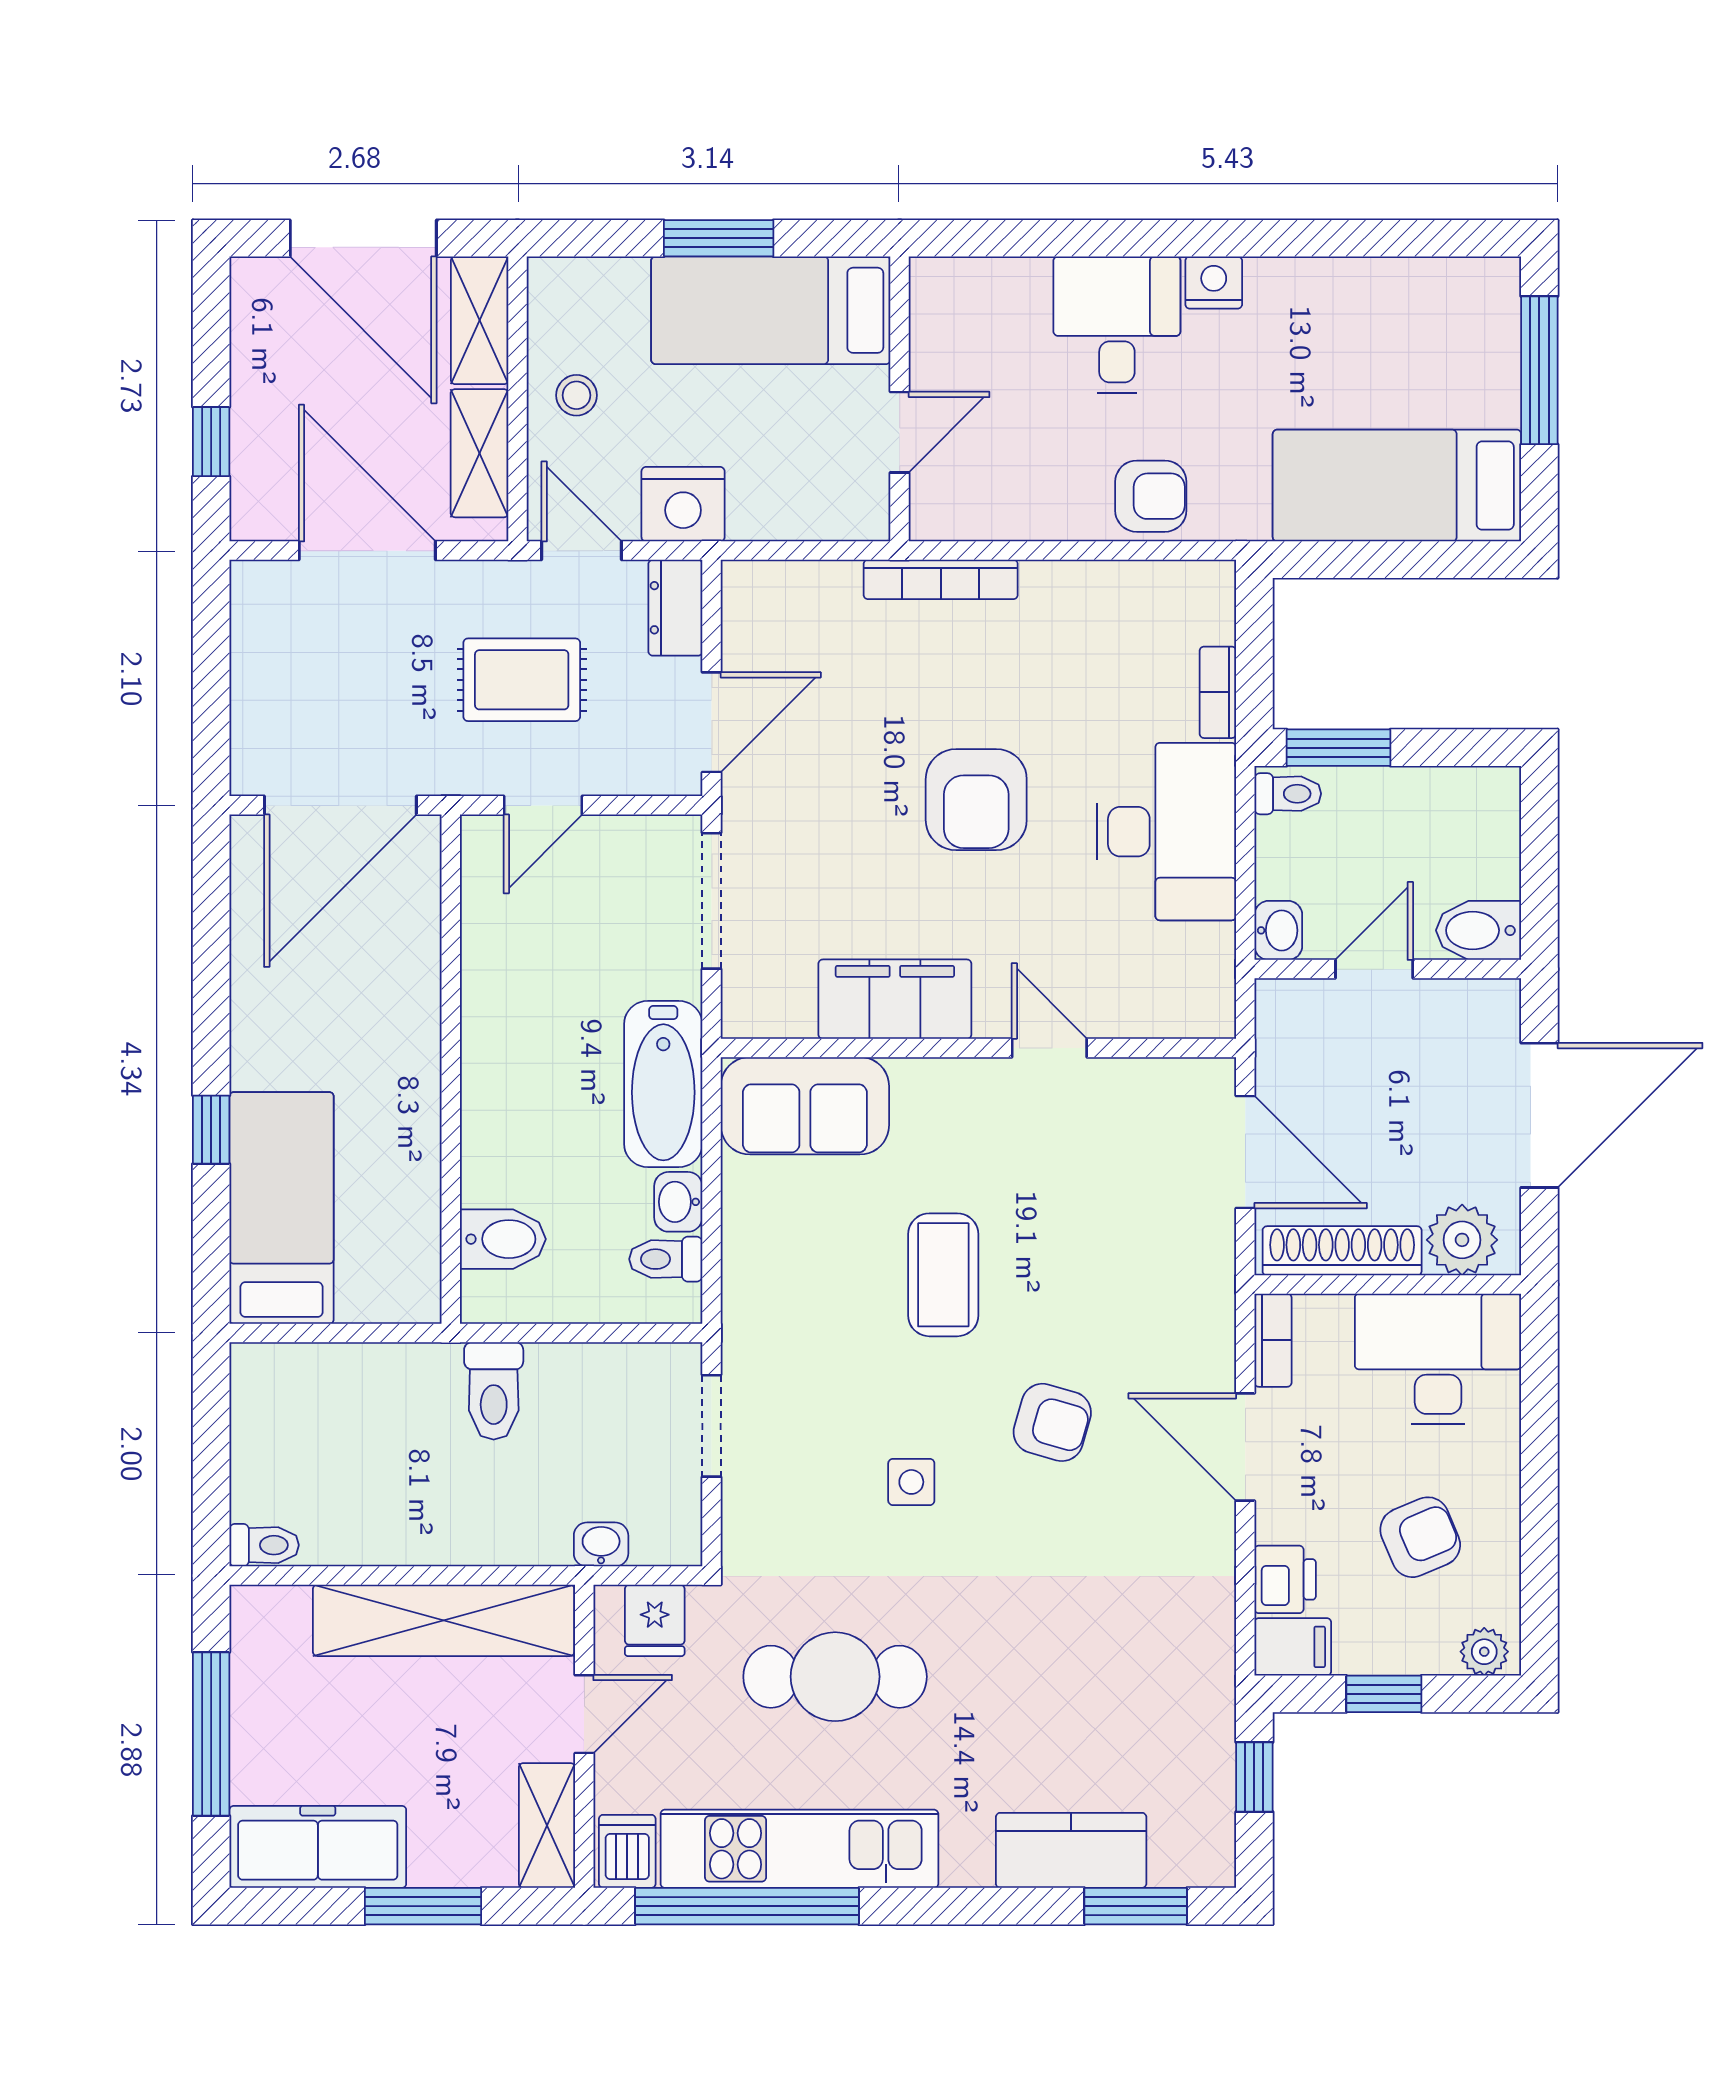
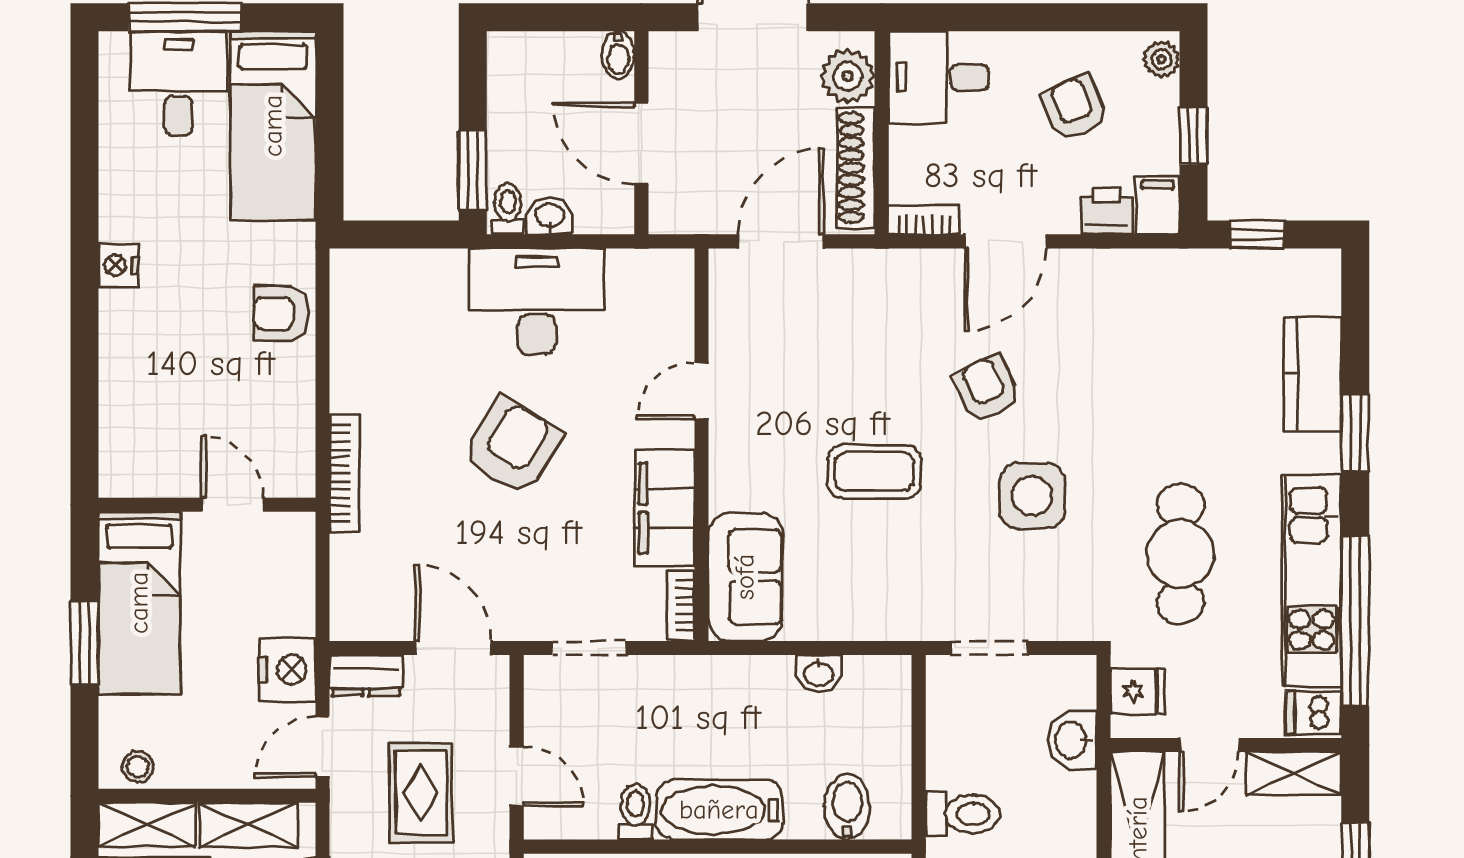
desk: (1117, 325) -> (178, 83), moved, turned 90
stool: (576, 395) -> (138, 767), moved
armchair: (1151, 496) -> (281, 313), turned -90
bookcase: (1218, 692) -> (681, 605), moved, turned 90
armchair: (976, 800) -> (512, 446), turned -58
doorway: (712, 901) -> (589, 648), width x0.73
washbasin: (1278, 930) -> (550, 216), moved
bidet: (1479, 930) -> (618, 55), width x0.72, depth x0.74
door: (1374, 969) -> (641, 143), width x1.38
bathtub: (663, 1084) -> (719, 810), moved, turned 180
toilet: (666, 1259) -> (635, 812), moved, turned 180
desk: (1438, 1359) -> (938, 77), width x0.73
armchair: (1052, 1422) -> (987, 388), turned -42
side table: (911, 1482) -> (1032, 496), width x1.87, depth x1.87
washbasin: (601, 1544) -> (1072, 740), width x1.38, depth x1.45
door: (584, 1714) -> (1209, 745), swing flipped
window: (1136, 1906) -> (1355, 432), moved

